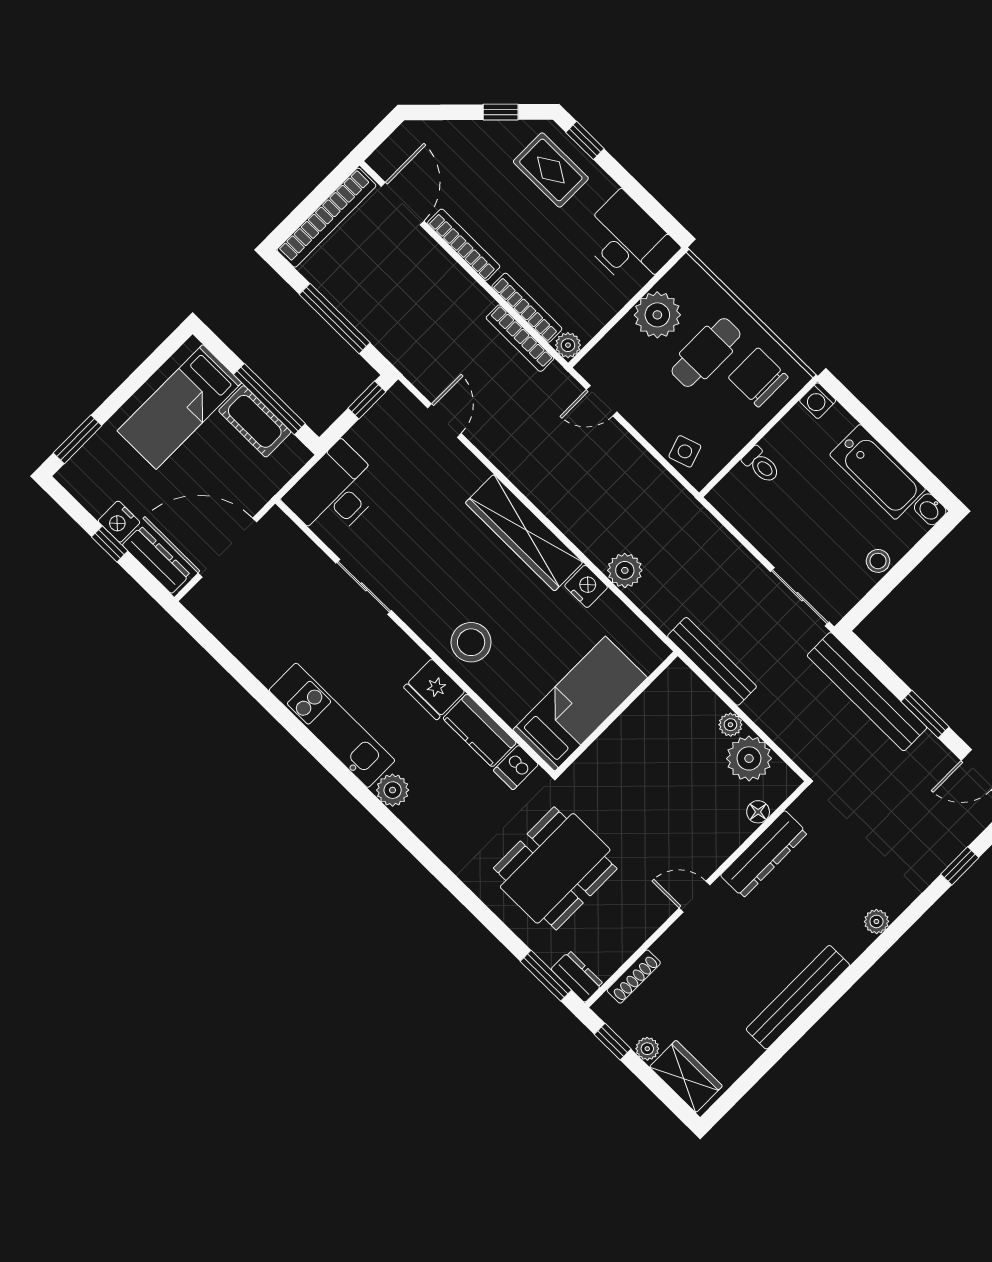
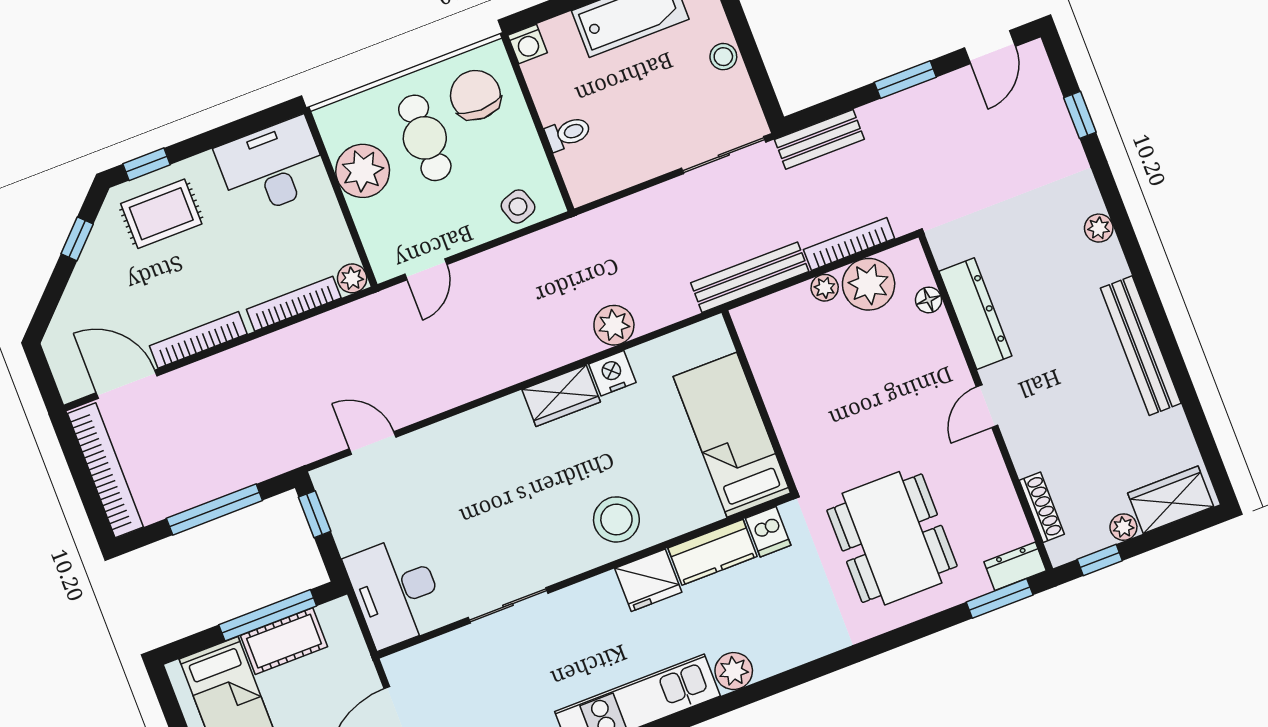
bookcase: (520, 338) -> (849, 244), moved, turned 180
chair: (758, 377) -> (475, 95), turned 90
wardrobe: (524, 533) -> (561, 396), width x0.48, depth x0.85
bench: (867, 692) -> (819, 139), width x0.54, depth x0.82

